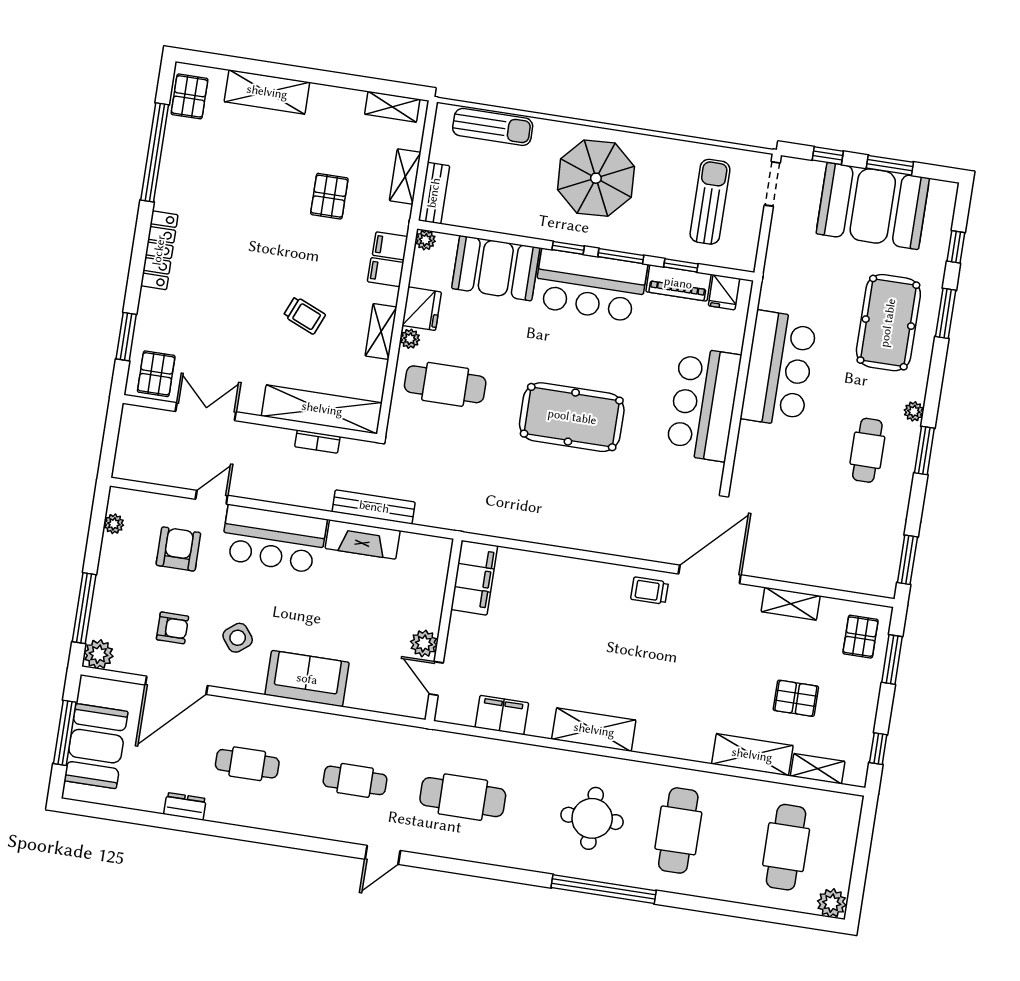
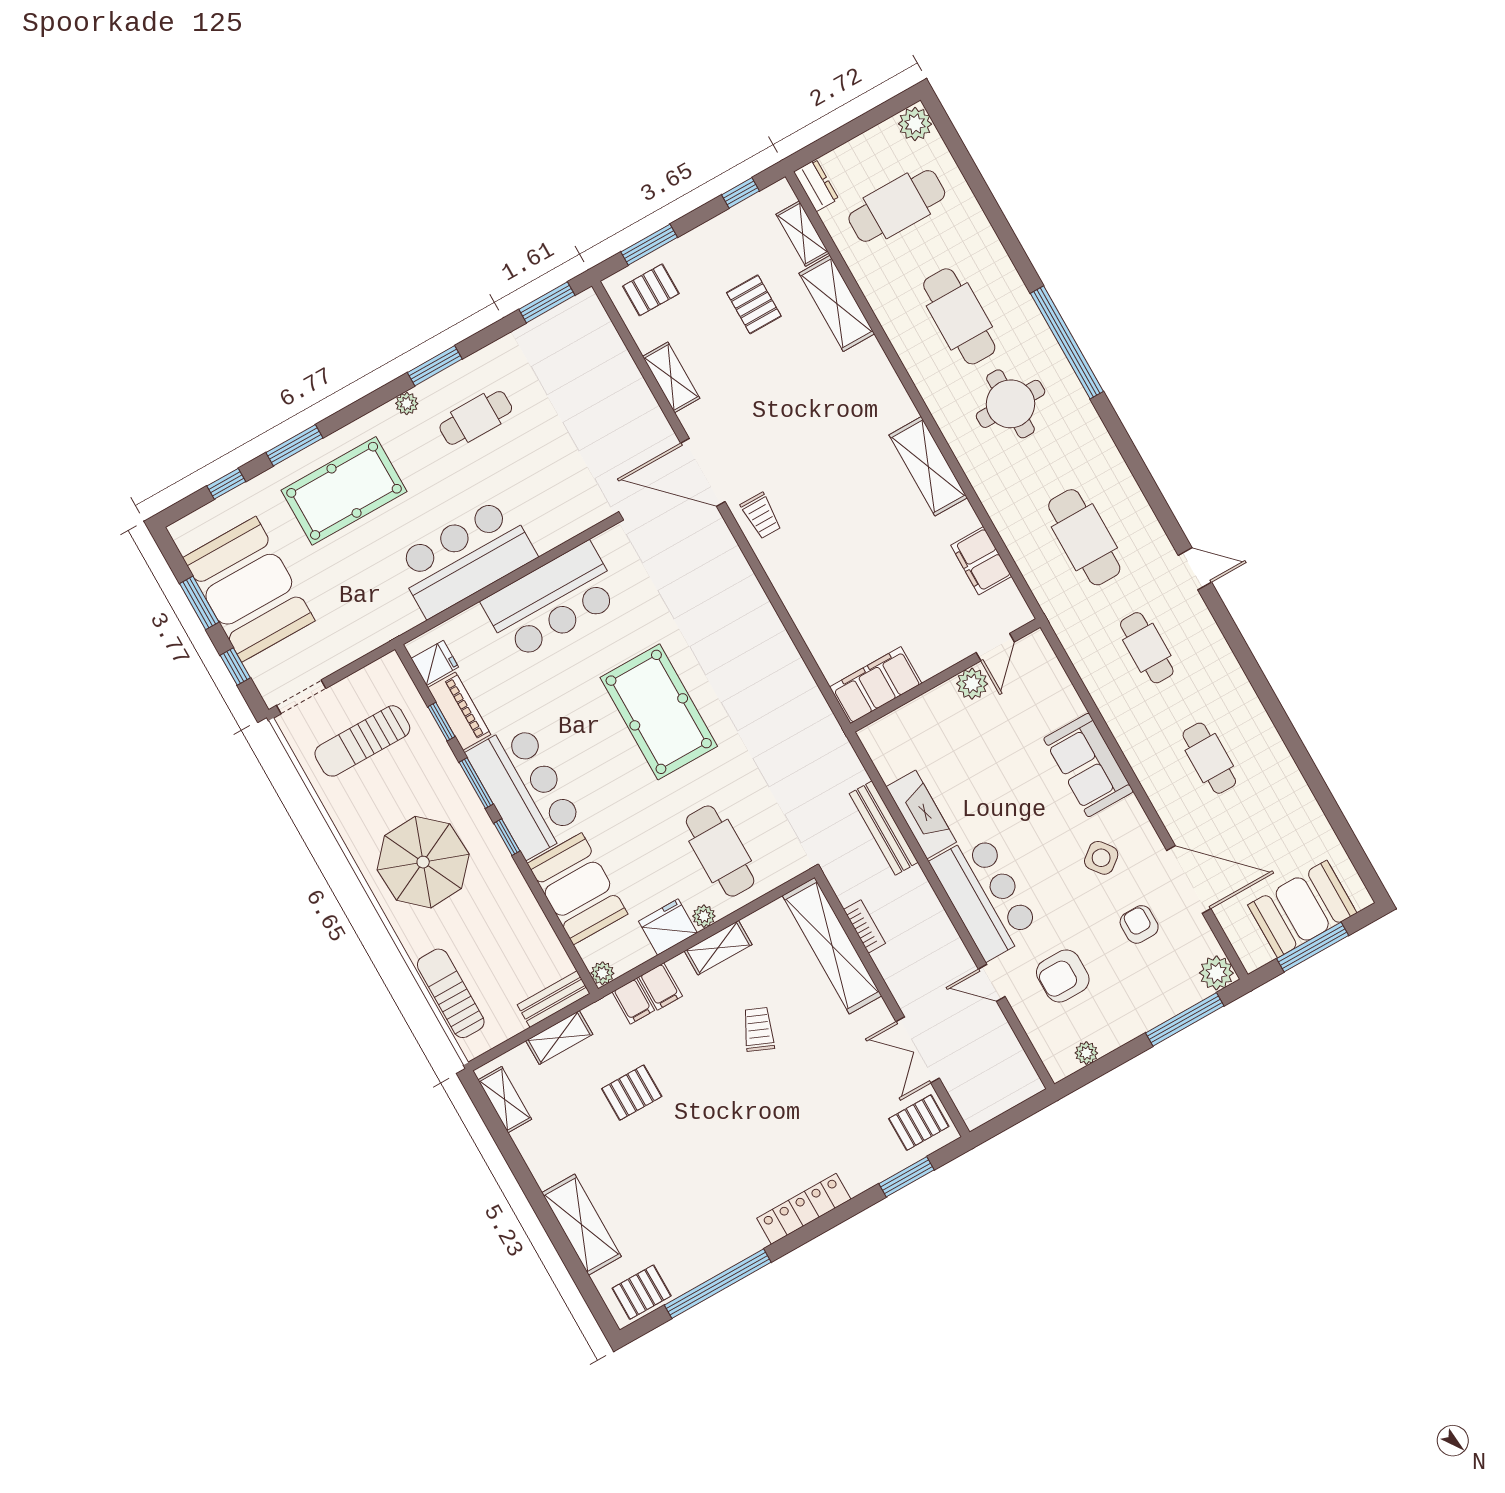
dresser: (185, 806) -> (816, 185), moved, turned 180
cafe table: (678, 830) -> (959, 316), turned 90

